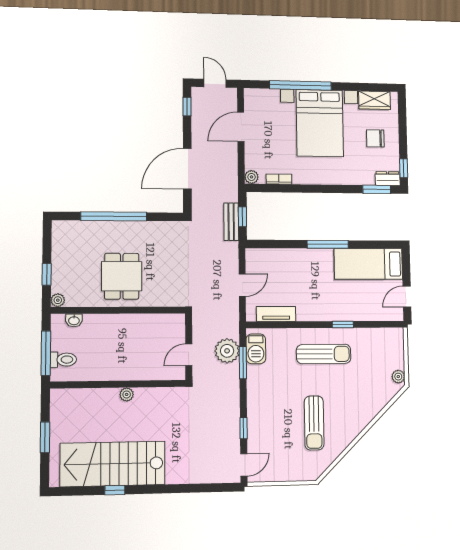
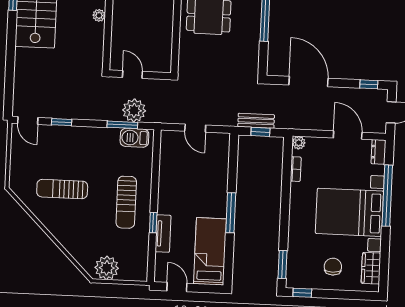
dresser: (388, 179) -> (378, 152), moved, turned 180
tv unit: (276, 314) -> (163, 234), moved
plant: (398, 377) -> (107, 268), width x1.88, depth x1.88

